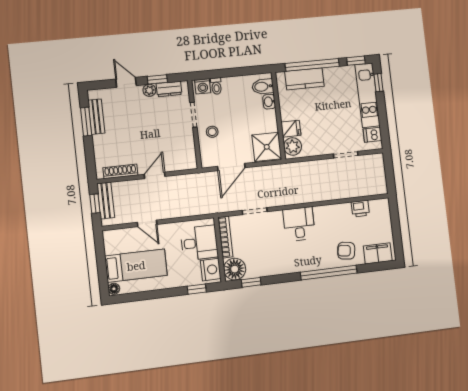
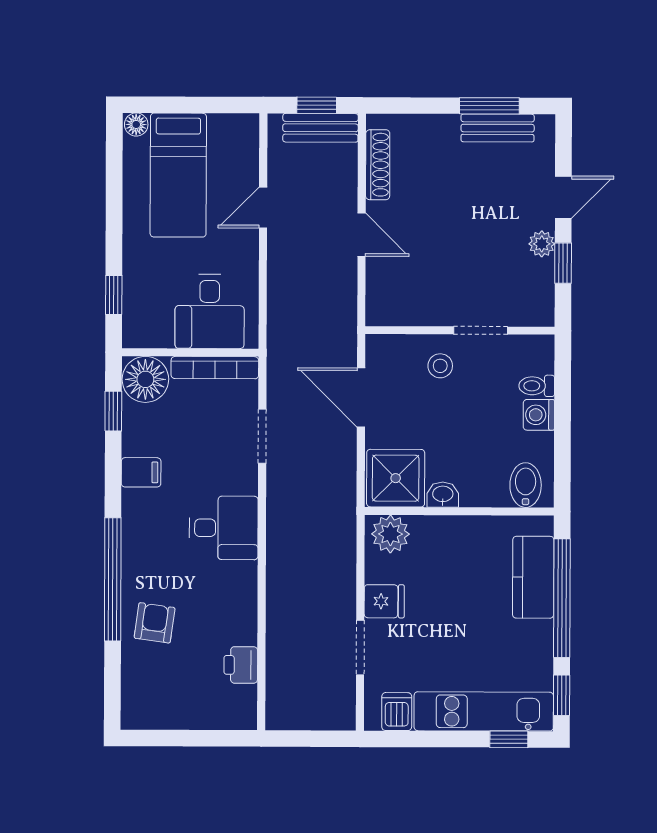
washing machine: (203, 86) -> (539, 415), moved
dresser: (169, 89) -> (540, 285), removed
washbasin: (269, 102) -> (443, 495), moved
fridge: (291, 129) -> (384, 601), moved, turned -90
filing cabinet: (378, 253) -> (141, 472), moved, width x0.50
nightstand: (211, 270) -> (151, 329), removed

